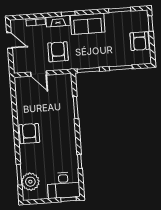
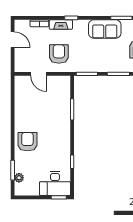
sofa: (88, 24) -> (105, 29), moved
armchair: (29, 134) -> (27, 142), moved
plant: (30, 182) -> (19, 178), width x0.53, depth x0.53

